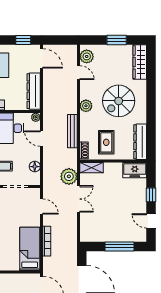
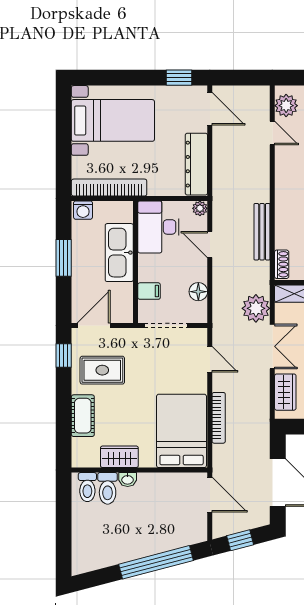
plant: (86, 106) -> (285, 189), removed
wardrobe: (86, 226) -> (285, 392), added
bed: (30, 249) -> (182, 431), width x1.50

